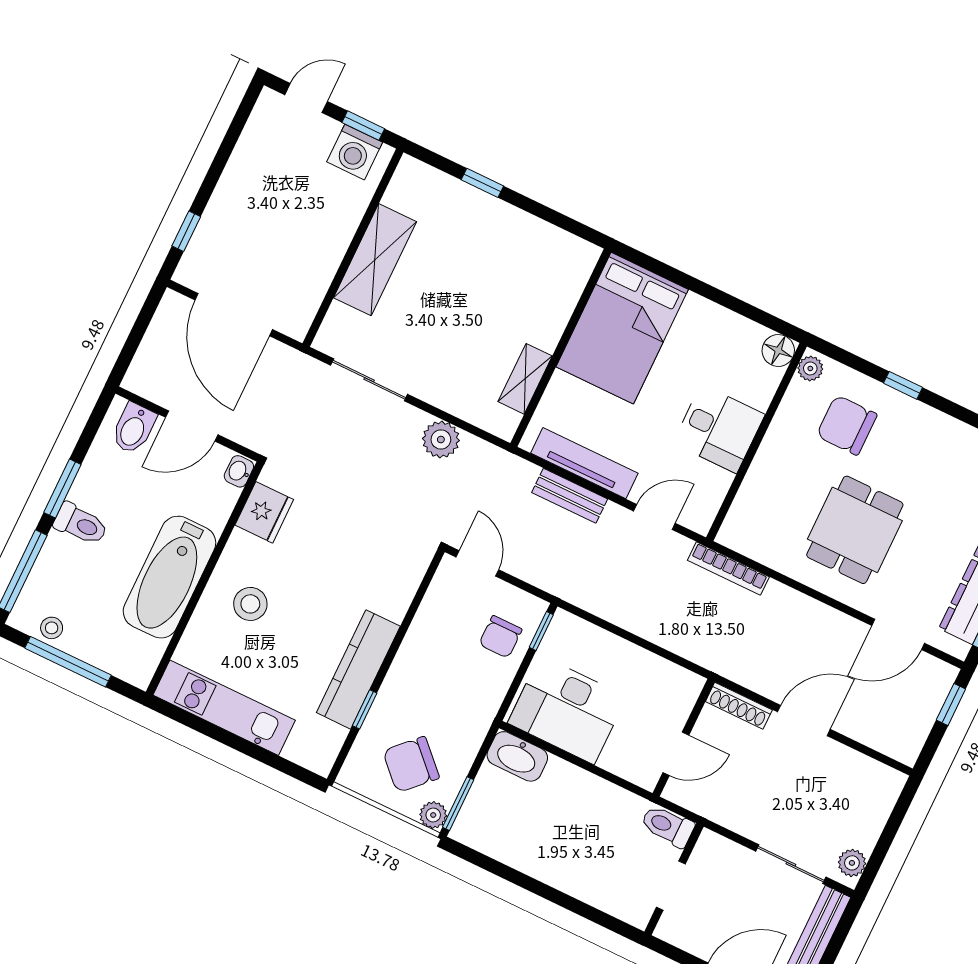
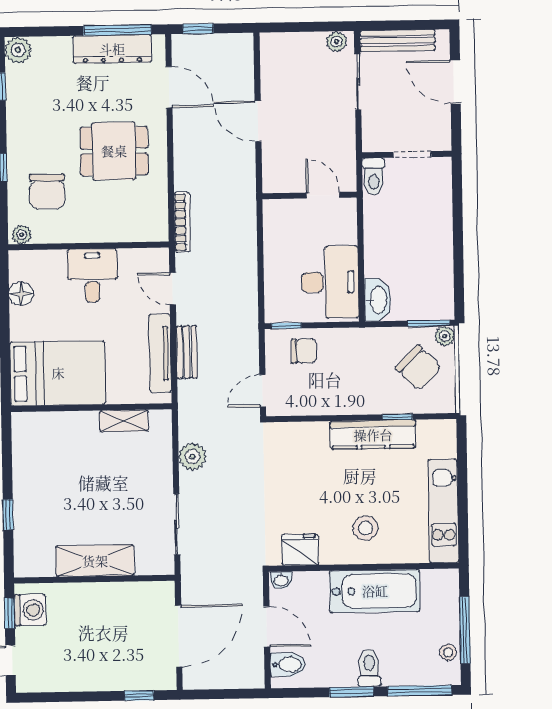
floor lamp: (778, 350) -> (21, 294), moved
shoe rack: (739, 706) -> (270, 169), removed

